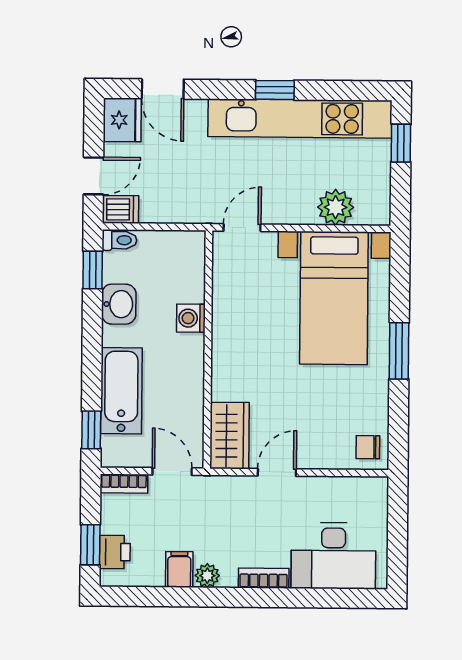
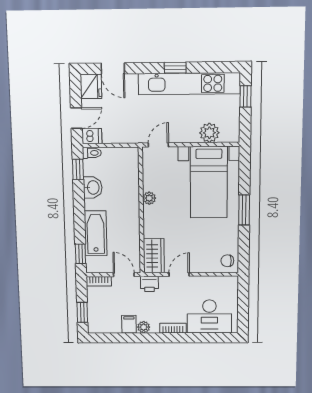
washing machine: (191, 318) -> (132, 194), removed
plant: (223, 326) -> (149, 198), added
printer: (115, 552) -> (149, 284), moved, turned 90

